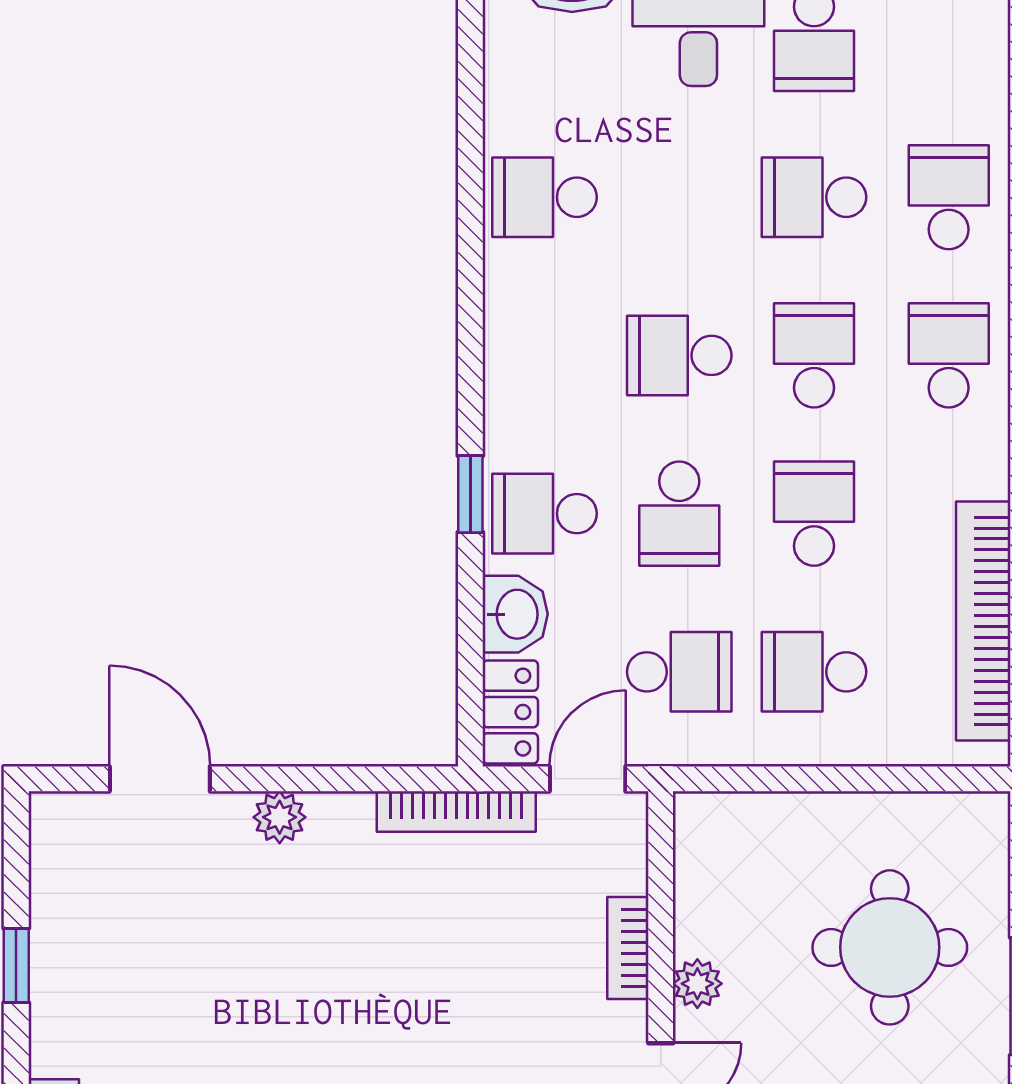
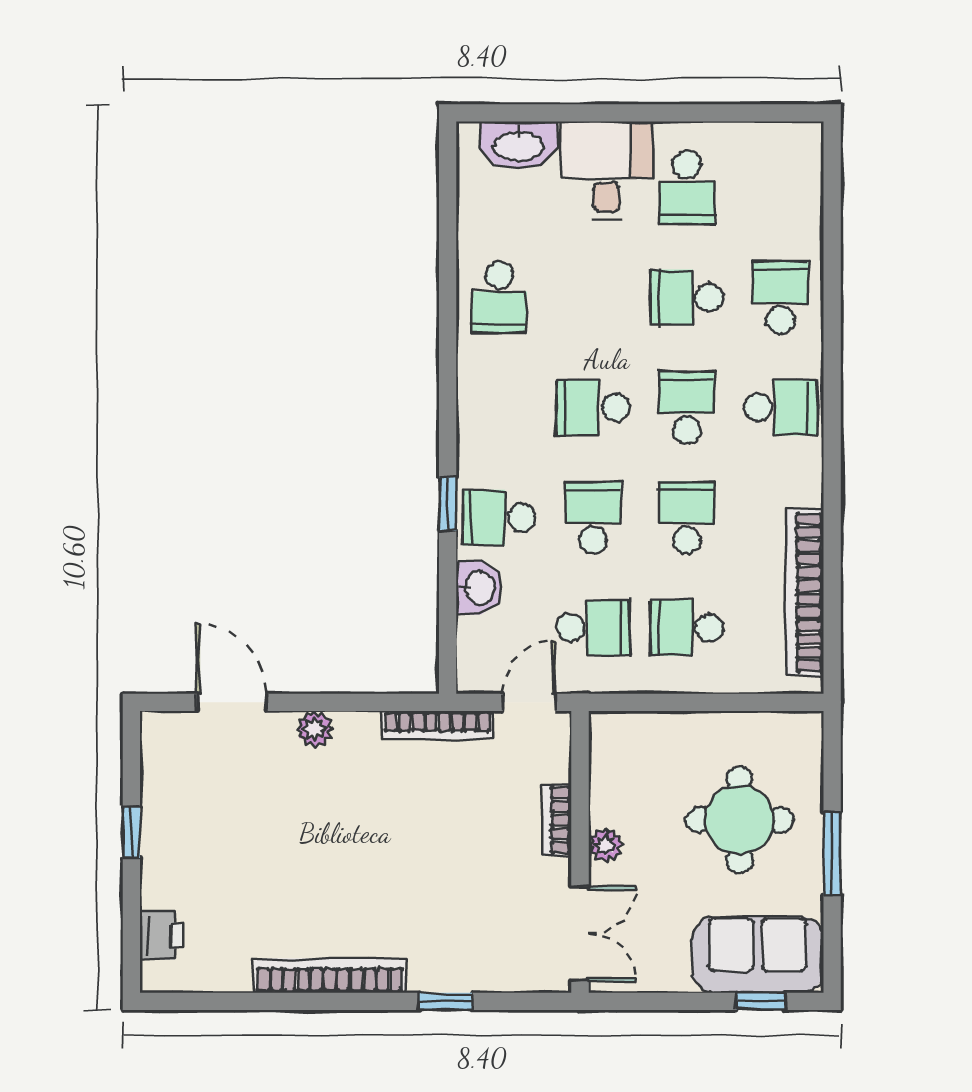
school desk: (545, 197) -> (499, 297), turned -90
school desk: (949, 355) -> (780, 408), turned 90
school desk: (679, 514) -> (593, 518), turned 180
locker: (510, 712) -> (475, 656), removed

